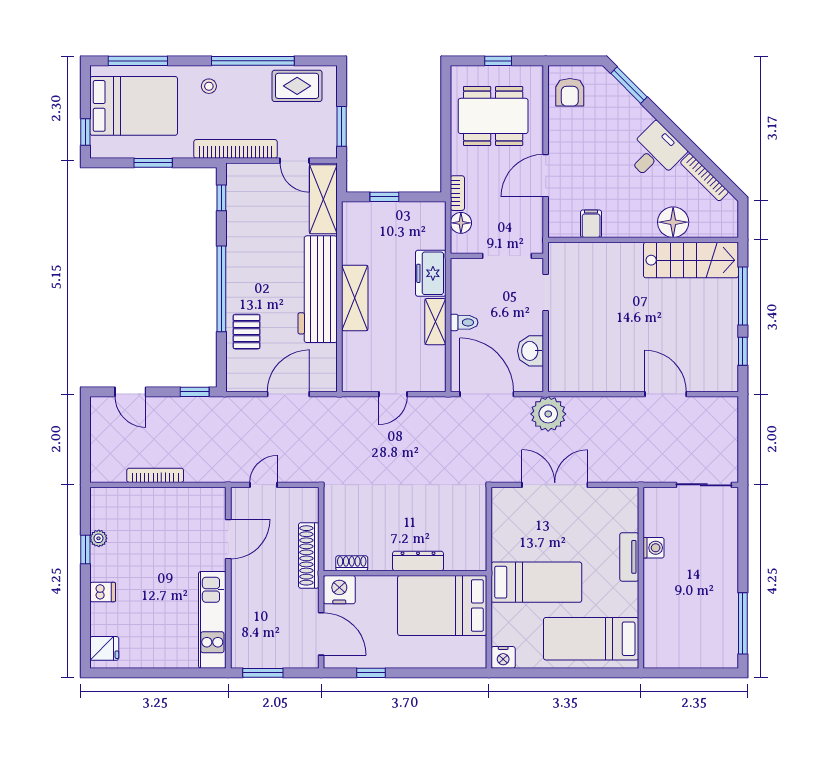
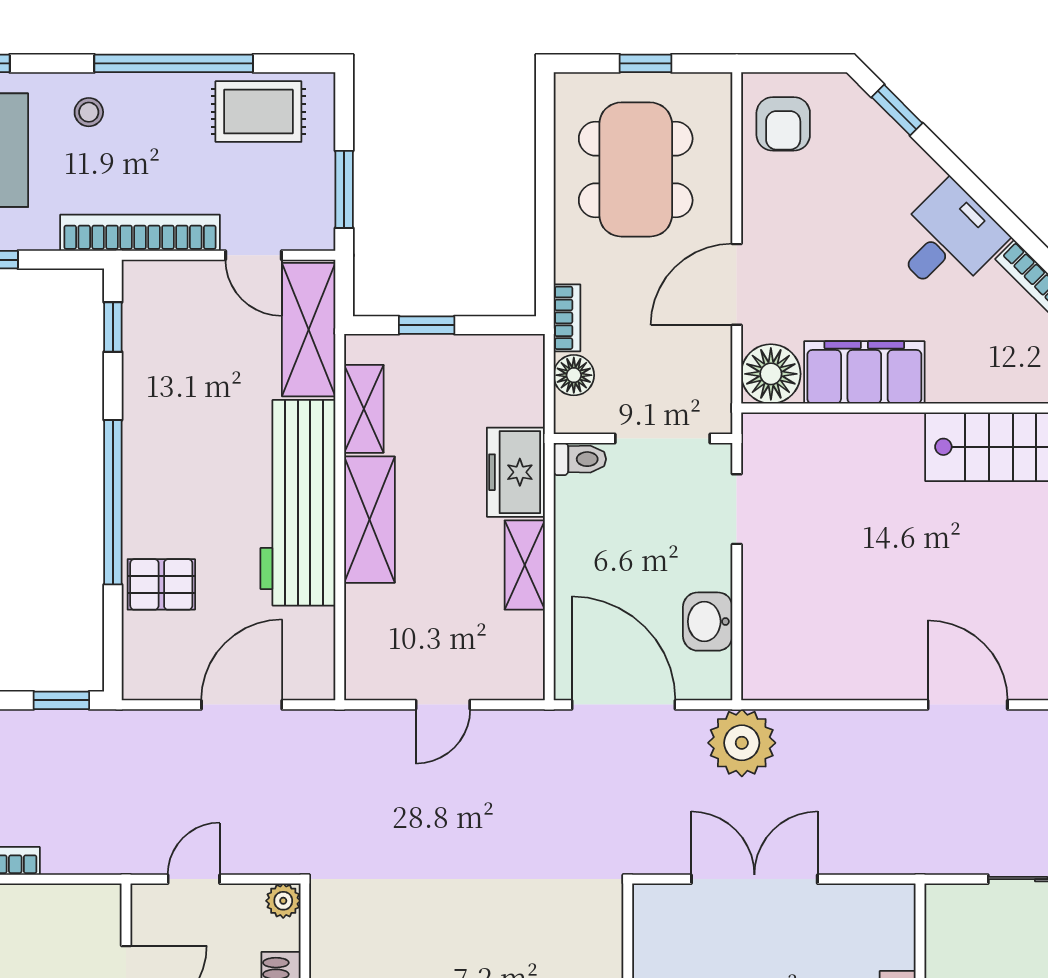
window: (629, 85) -> (897, 110), width x0.67
dining table: (493, 116) -> (636, 169), turned 90
floor lamp: (673, 222) -> (771, 374), moved
filing cabinet: (591, 224) -> (864, 372), width x3.00, depth x1.17
shelving: (352, 240) -> (364, 409), added
toilet: (464, 322) -> (580, 459), moved
pallet: (247, 332) -> (161, 584), turned 90
plant: (310, 496) -> (283, 901), added

